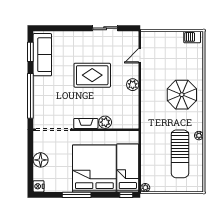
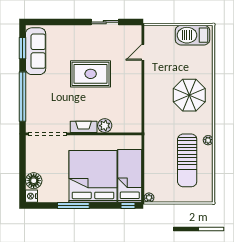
barbecue: (192, 37) -> (192, 35), width x1.88, depth x1.53
plant: (133, 85) -> (135, 84), removed
floor lamp: (41, 160) -> (34, 181), moved

